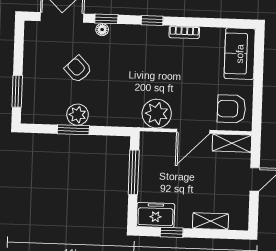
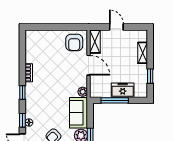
sofa: (240, 54) -> (78, 113), moved, turned 90
plant: (157, 114) -> (83, 92), width x0.53, depth x0.53
freezer: (156, 215) -> (123, 90), moved, turned 90

